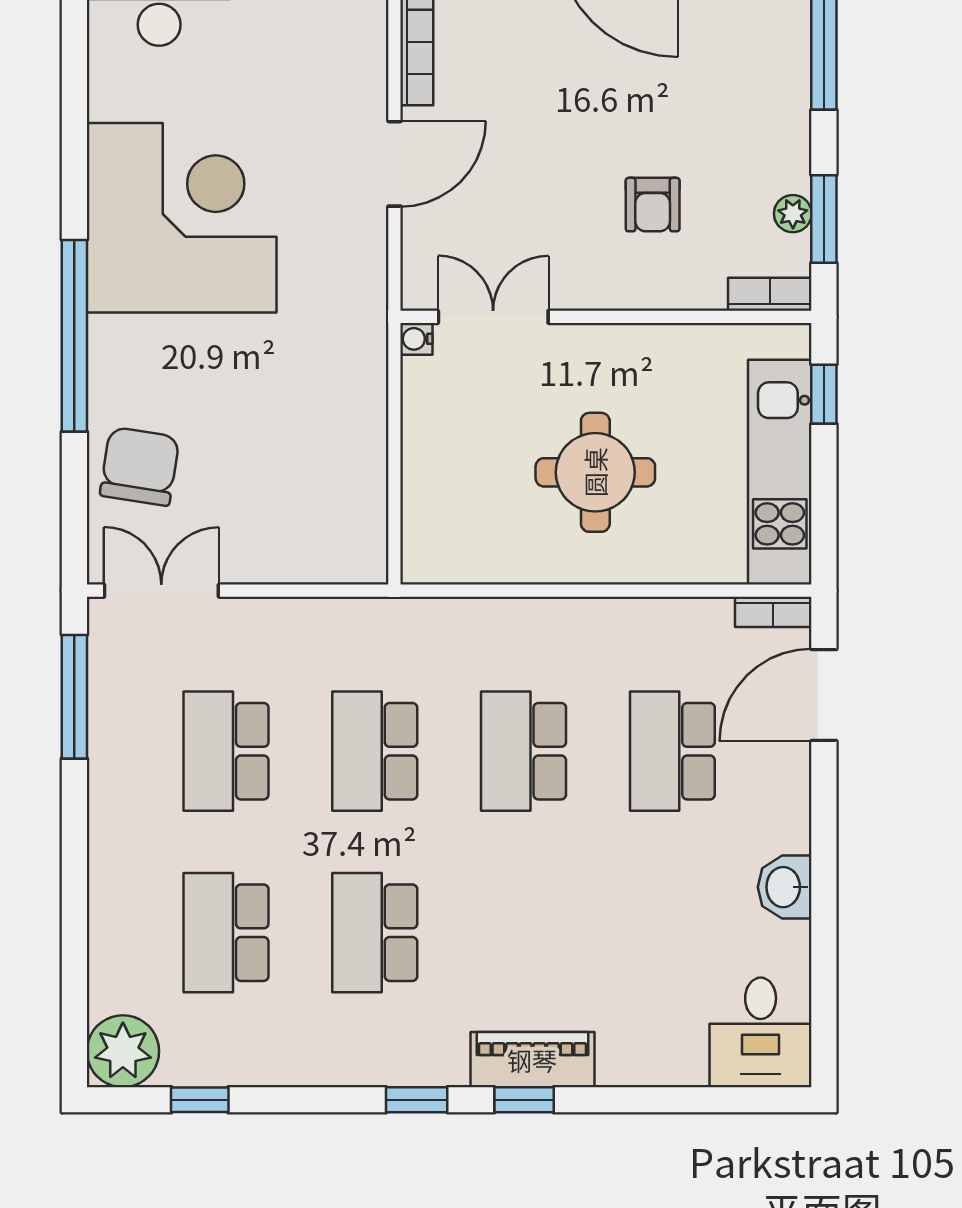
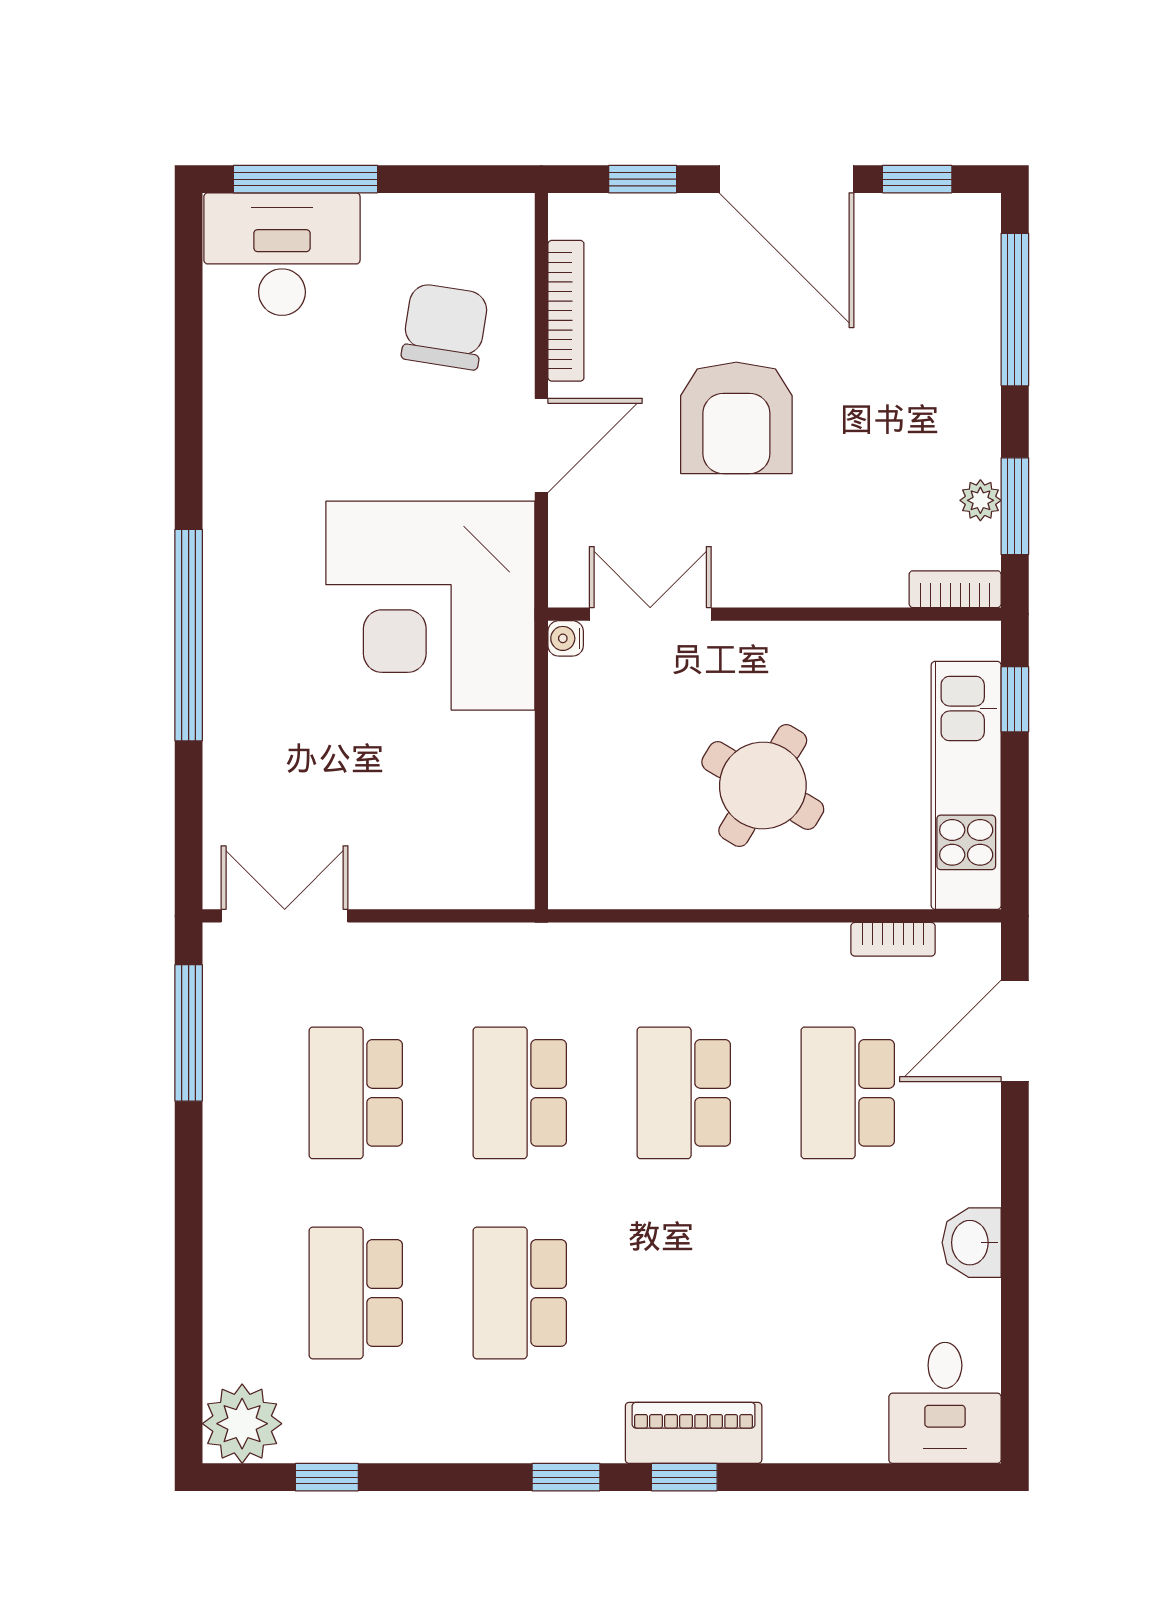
armchair: (653, 205) -> (736, 418), moved, width x1.88, depth x1.88
corner desk: (182, 218) -> (430, 606), moved, turned 180
chair: (140, 466) -> (445, 326), moved
round table: (595, 472) -> (763, 786), turned 31
bookcase: (773, 612) -> (893, 939), moved

